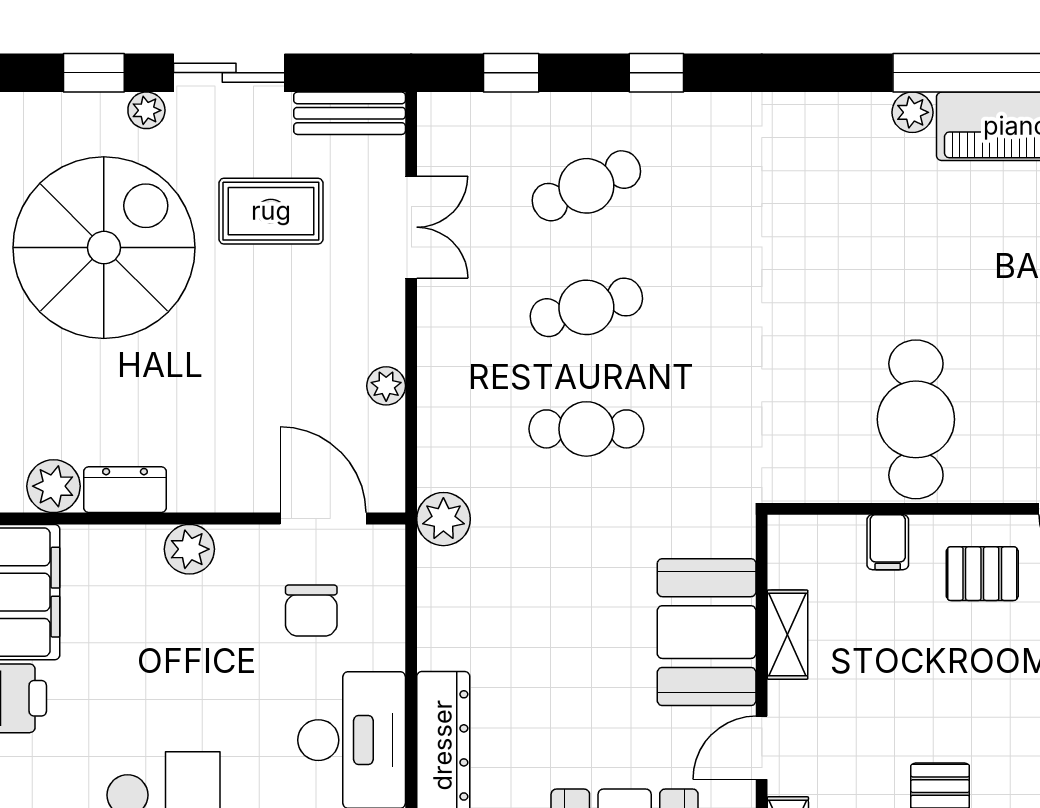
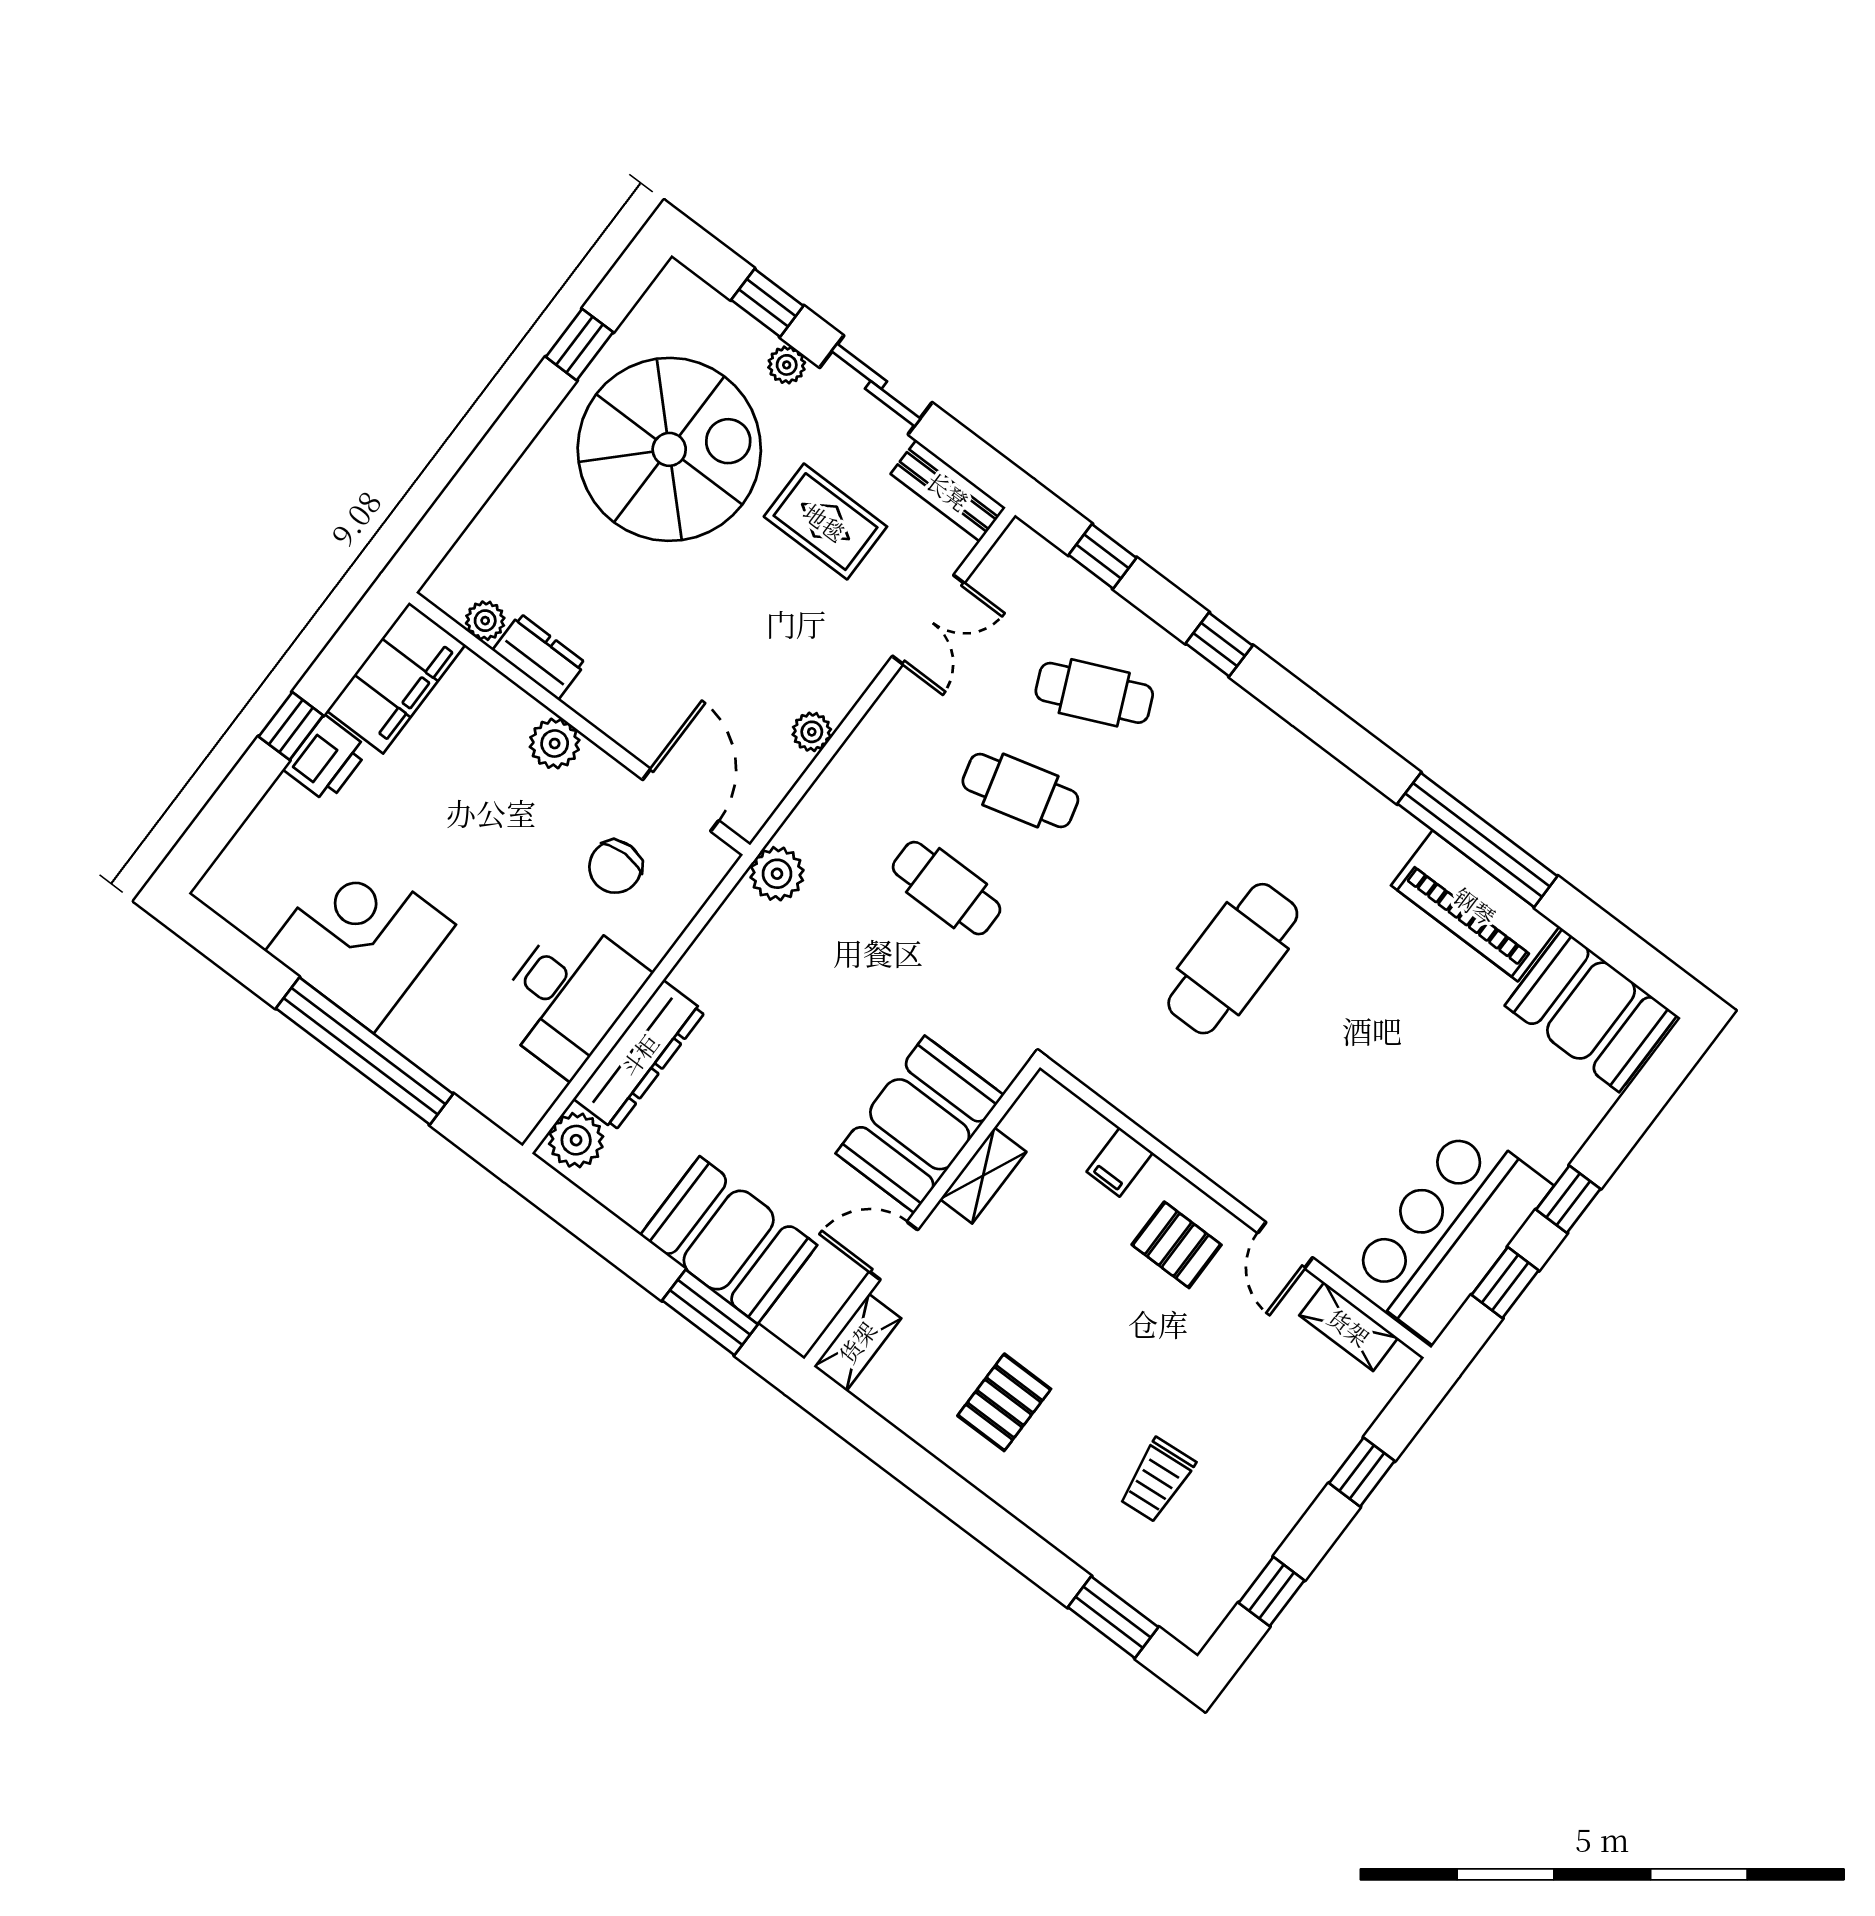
plant: (912, 112) -> (1401, 832), removed
cafe table: (916, 419) -> (1233, 959), moved
plant: (54, 486) -> (485, 621), width x0.73, depth x0.73

